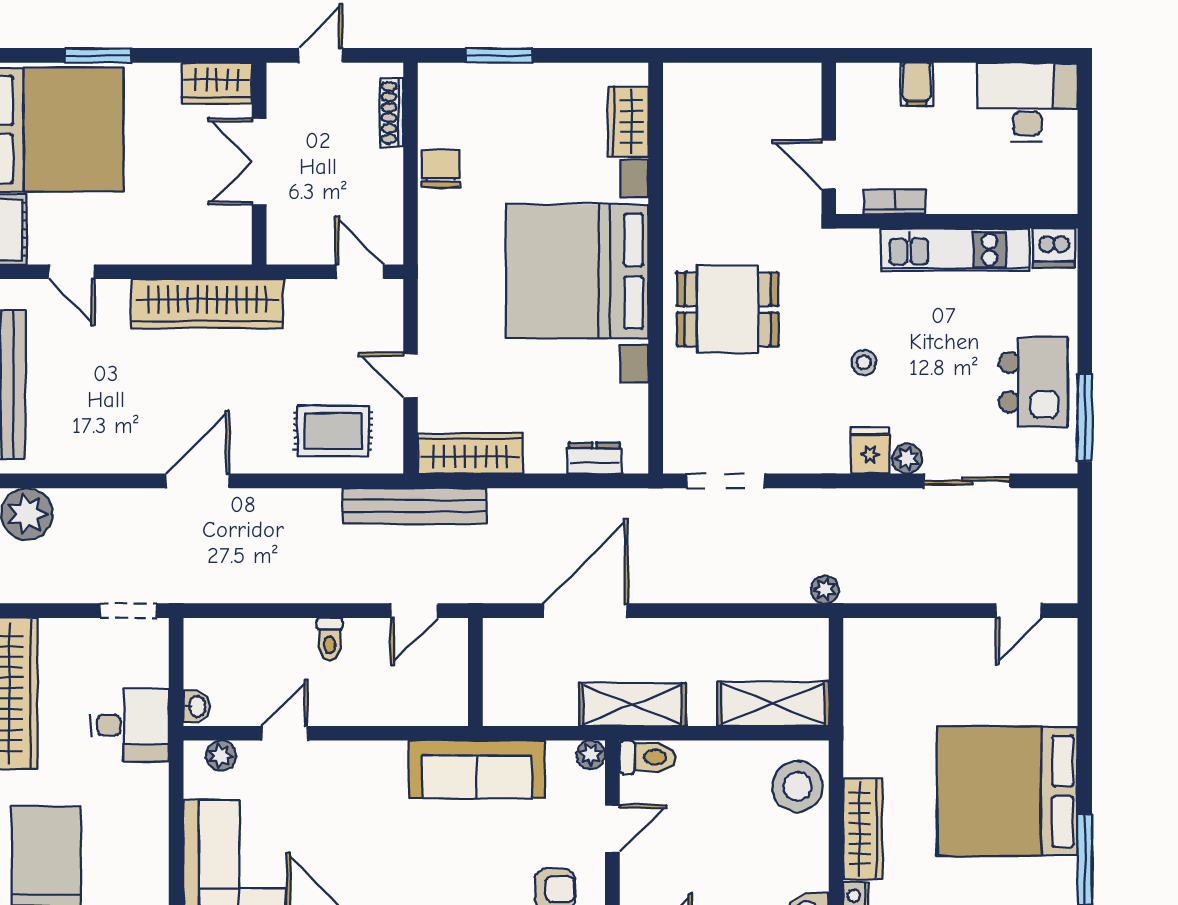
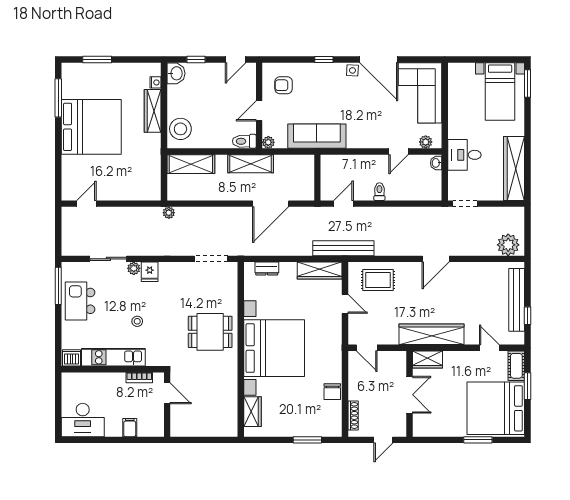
wardrobe: (217, 83) -> (427, 360), moved, turned 180
stool: (864, 362) -> (137, 321), moved

